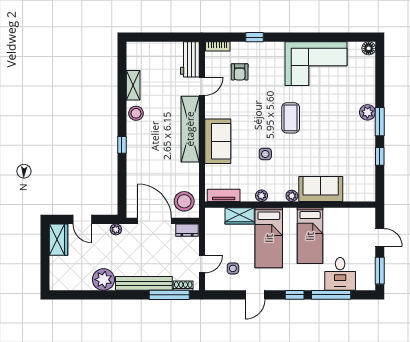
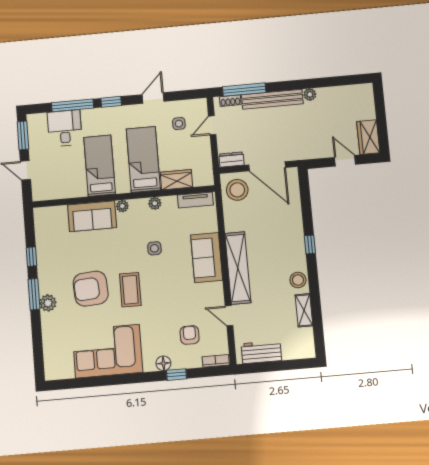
floor lamp: (369, 48) -> (163, 363), moved
workbench: (190, 59) -> (261, 352), moved, turned -90
door: (202, 86) -> (229, 316), hinge flipped
armchair: (327, 122) -> (91, 289), added
plant: (116, 229) -> (308, 153), removed
plant: (103, 280) -> (310, 94), width x0.53, depth x0.53

